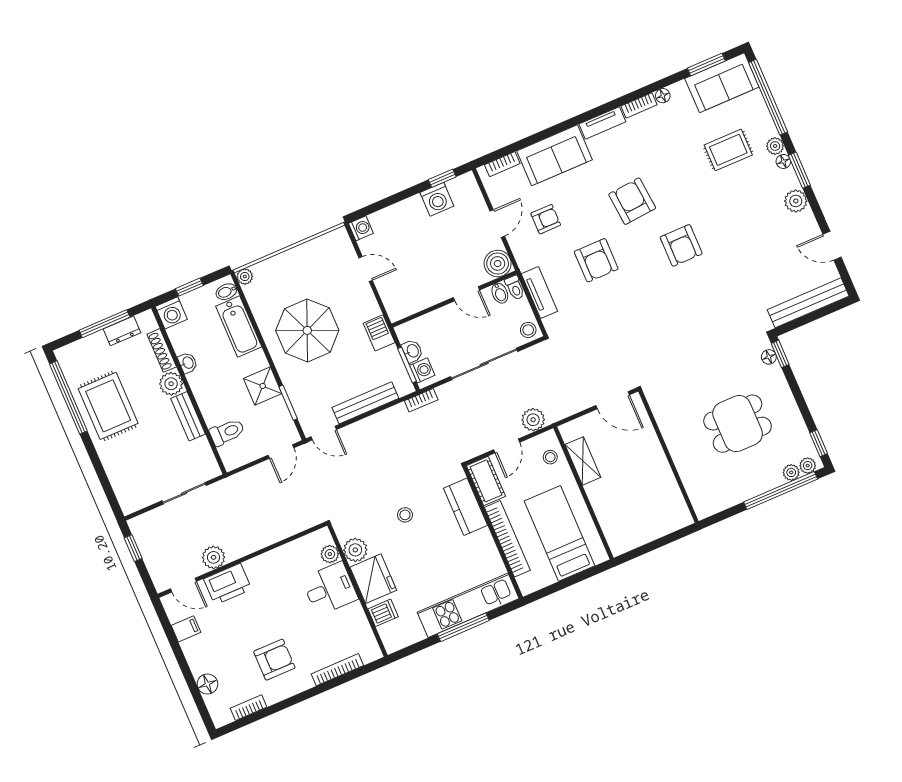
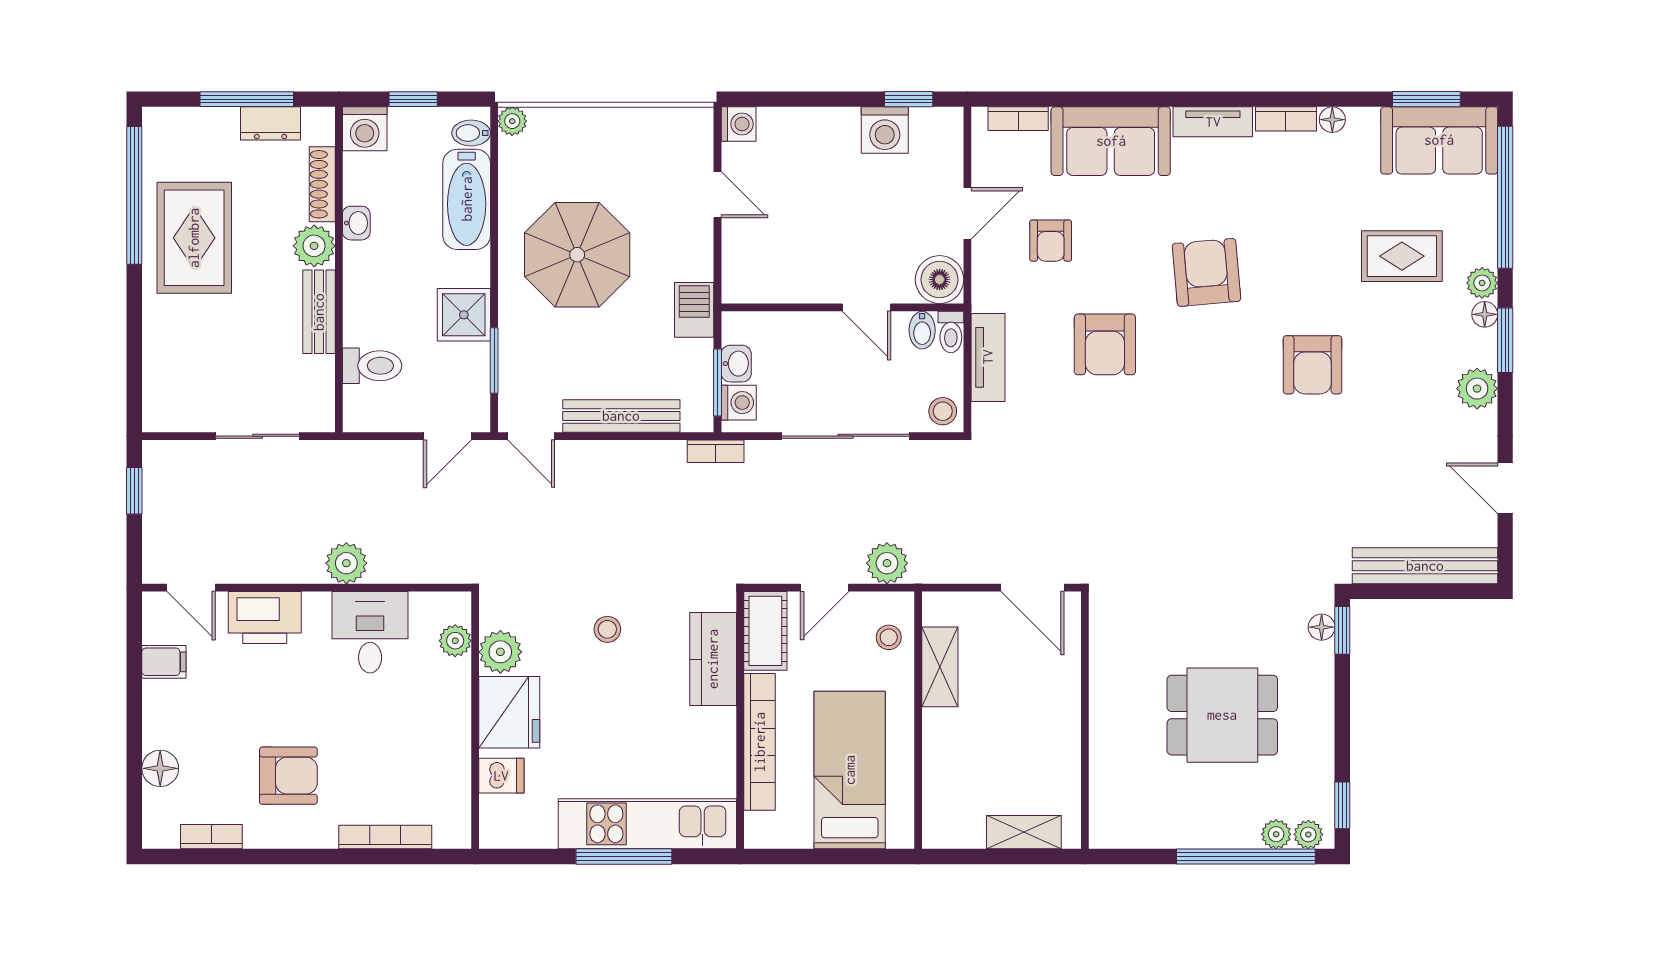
armchair: (546, 219) -> (1051, 241), turned 90
armchair: (681, 245) -> (1312, 365), moved
shelving: (662, 527) -> (1024, 832), added
plant: (214, 557) -> (346, 563), moved
desk: (330, 589) -> (370, 632), moved, turned -90

